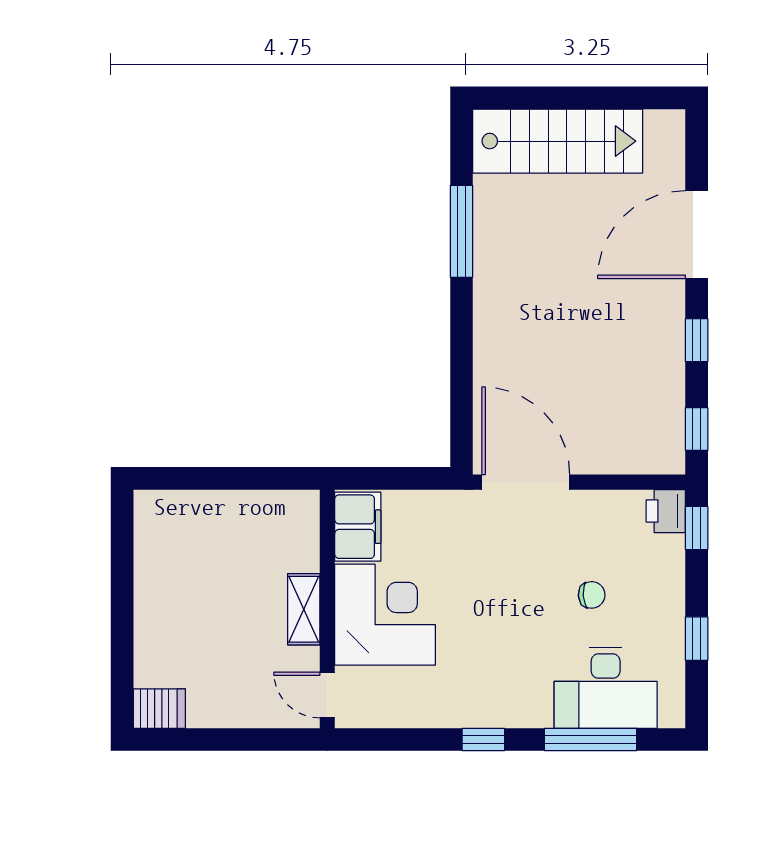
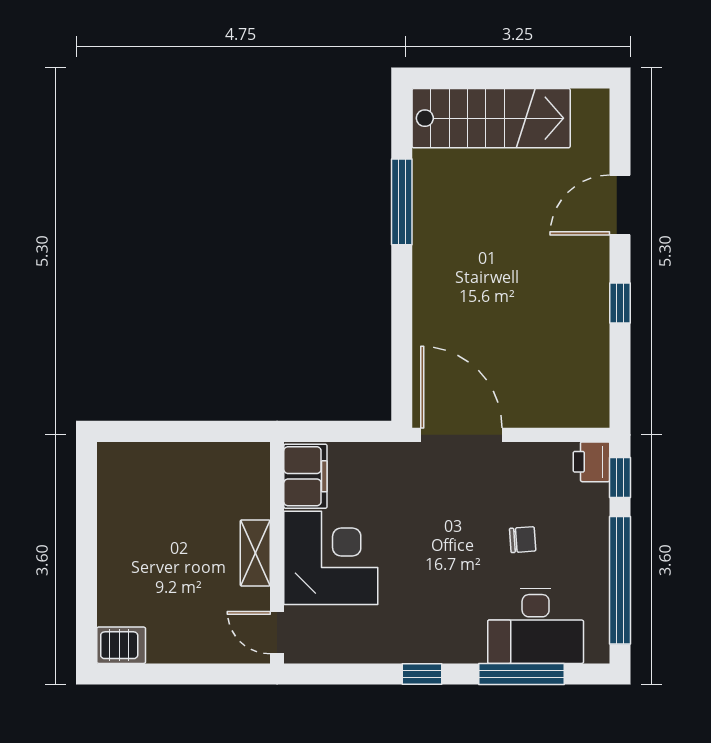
door: (697, 235) -> (620, 205), width x0.73
window: (697, 429) -> (620, 386), removed
window: (697, 639) -> (620, 580), width x3.17

